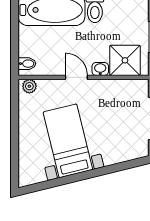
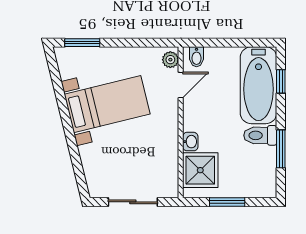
door: (76, 77) -> (181, 85), moved
window: (15, 162) -> (82, 43), added

